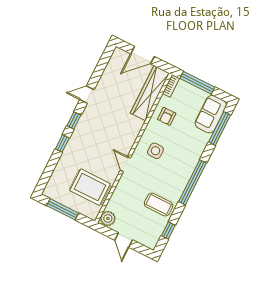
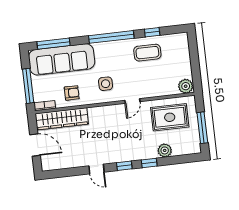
sofa: (211, 114) -> (62, 59), width x1.85, depth x1.27
plant: (64, 164) -> (165, 150), added
rug: (90, 187) -> (170, 117), turned 90
coffee table: (159, 205) -> (147, 53), turned 90
window: (168, 230) -> (152, 32), moved
door: (124, 240) -> (195, 62), removed

